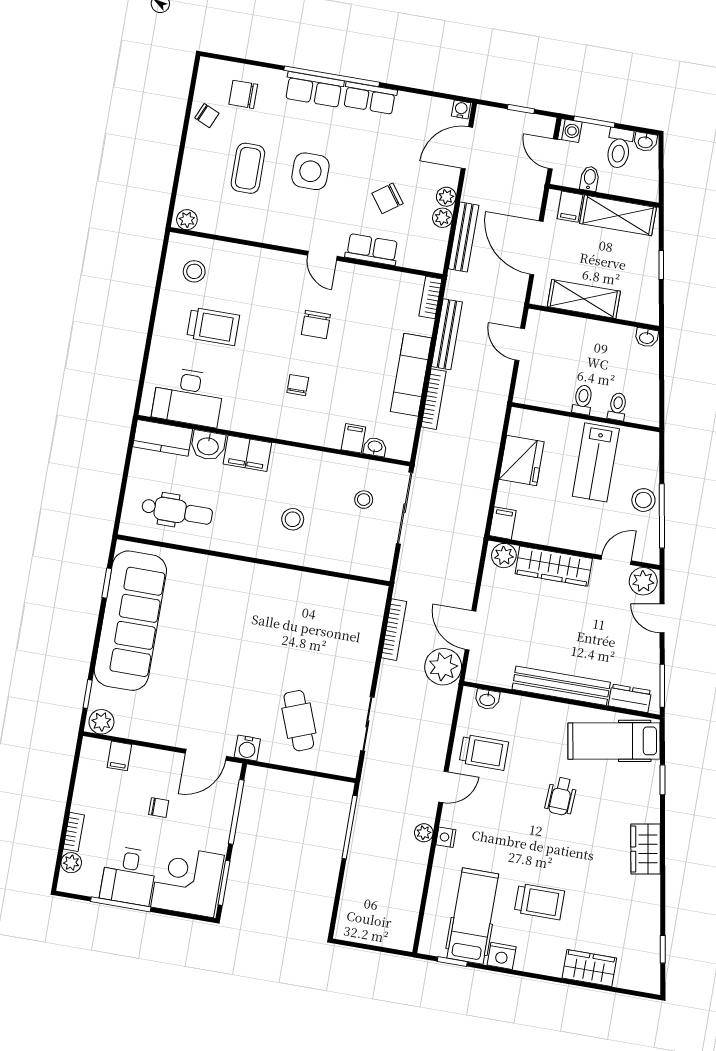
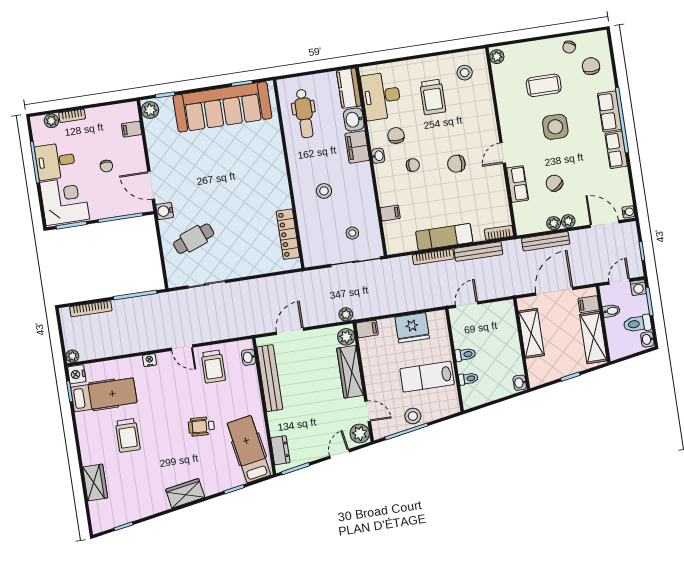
door: (520, 344) -> (467, 305), moved
chair: (249, 395) -> (396, 135), added
washbasin: (375, 447) -> (378, 156), moved
locker: (336, 589) -> (288, 234), added
bookcase: (394, 630) -> (91, 309), moved
plant: (443, 667) -> (346, 314), moved, width x0.53, depth x0.53
bench: (561, 686) -> (270, 378), moved
plant: (424, 833) -> (72, 356), moved
nightstand: (502, 956) -> (77, 374), moved

